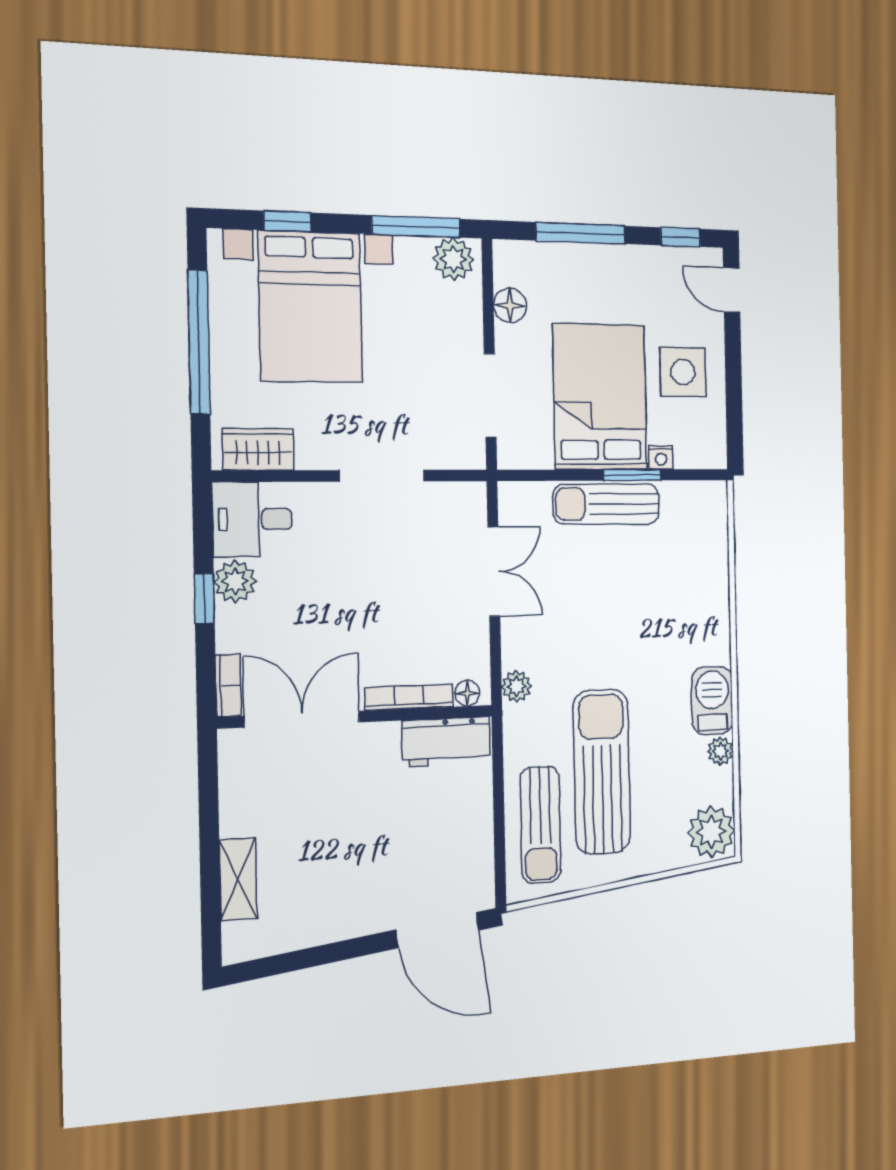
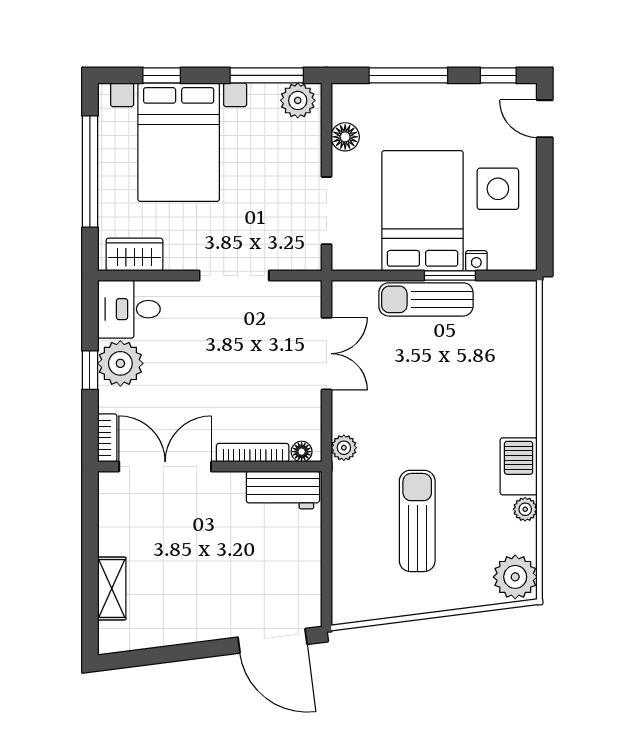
plant: (235, 581) -> (120, 363), width x1.36, depth x1.36
sun lounger: (602, 772) -> (417, 521), width x0.73, depth x0.75
sun lounger: (540, 825) -> (362, 562), removed

